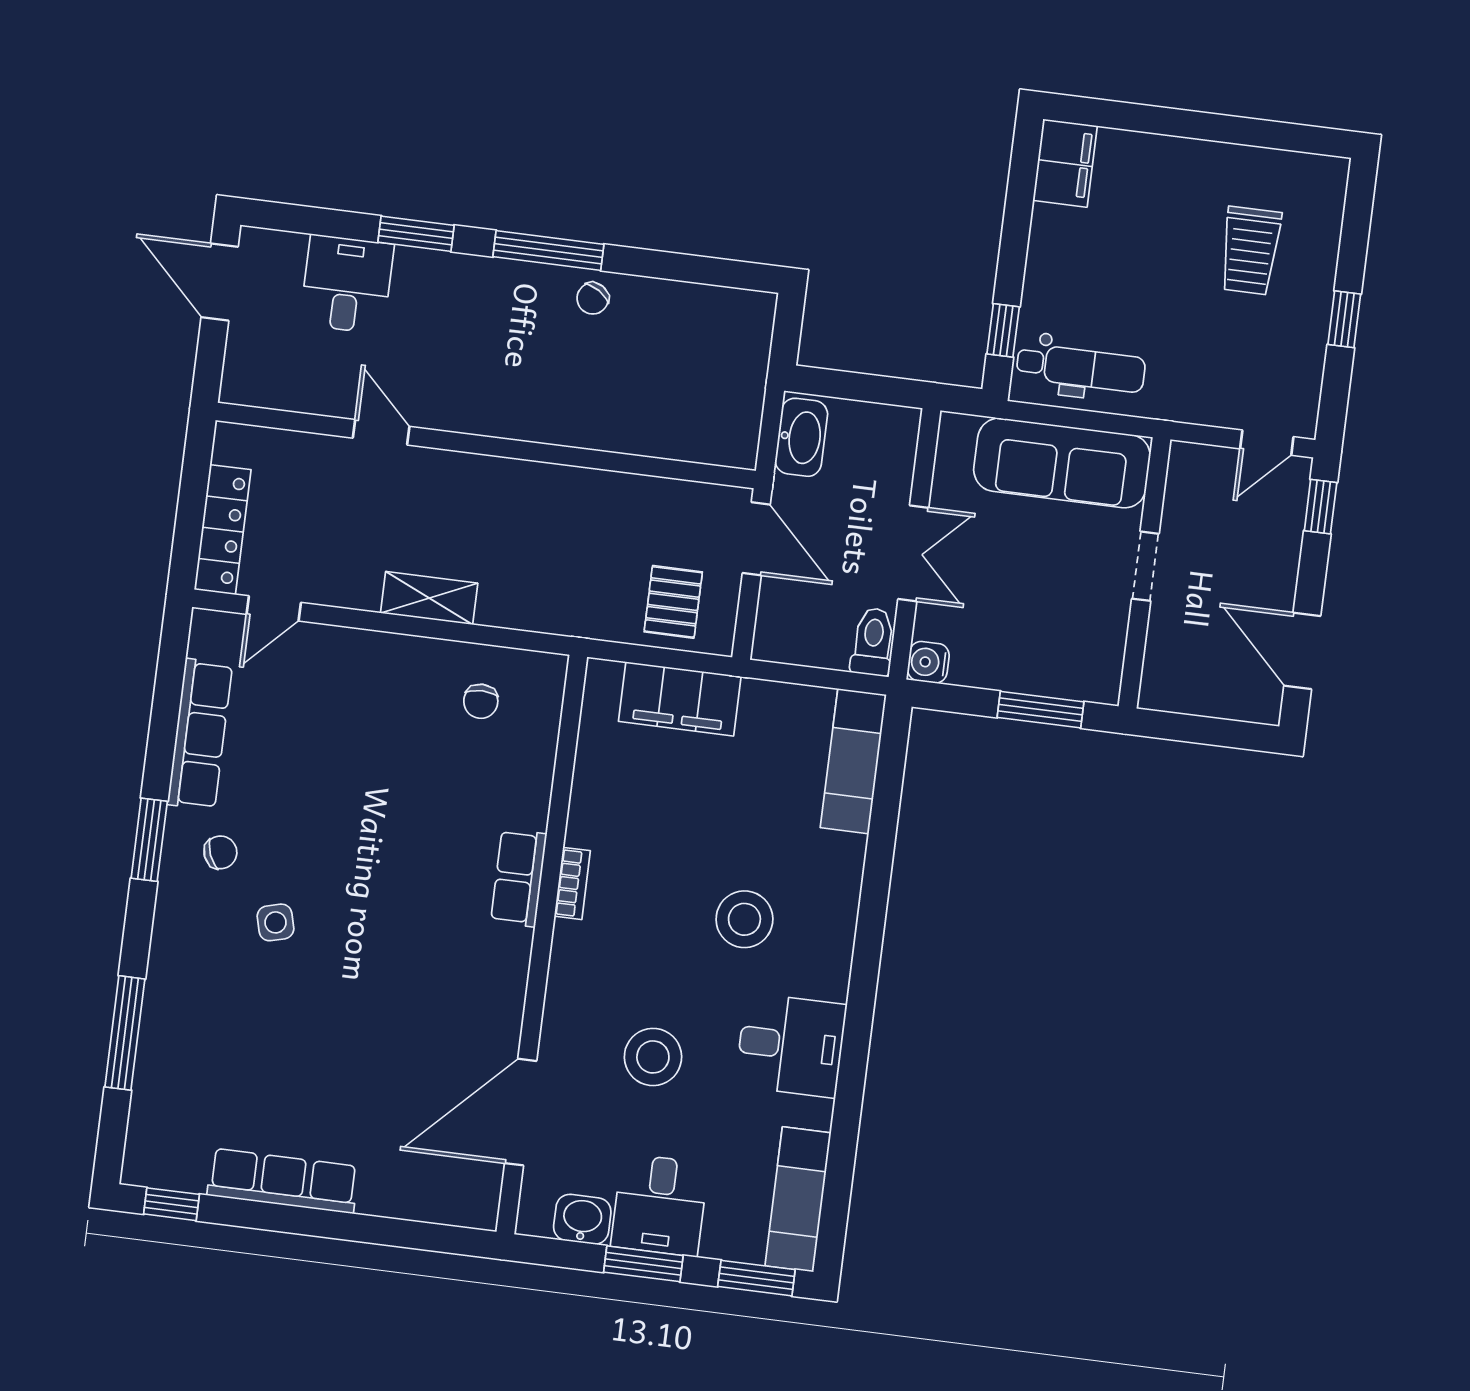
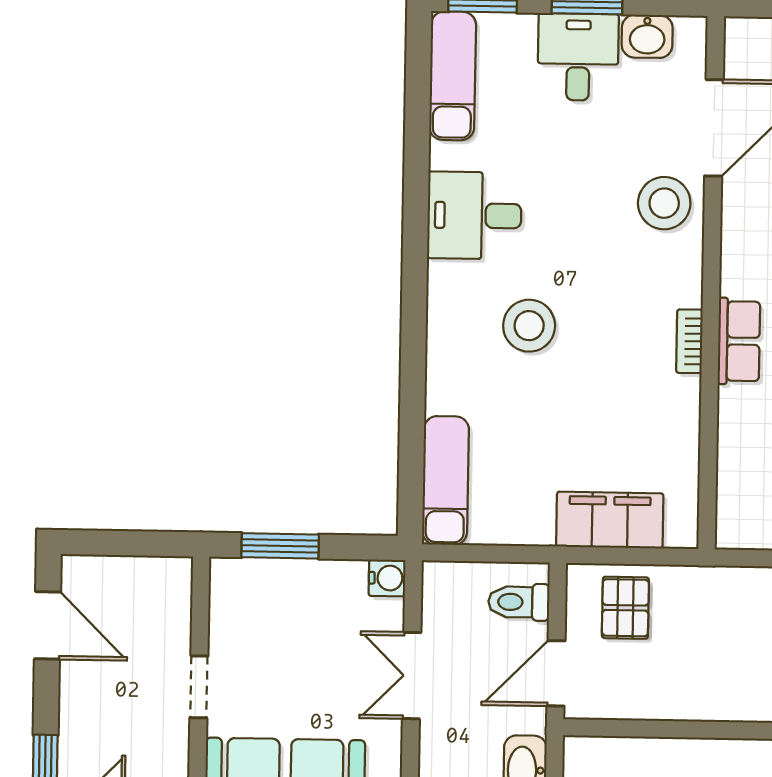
door: (756, 539) -> (556, 673), hinge flipped
toilet: (873, 642) -> (519, 602), moved, turned 90
stool: (653, 1057) -> (664, 203), moved

